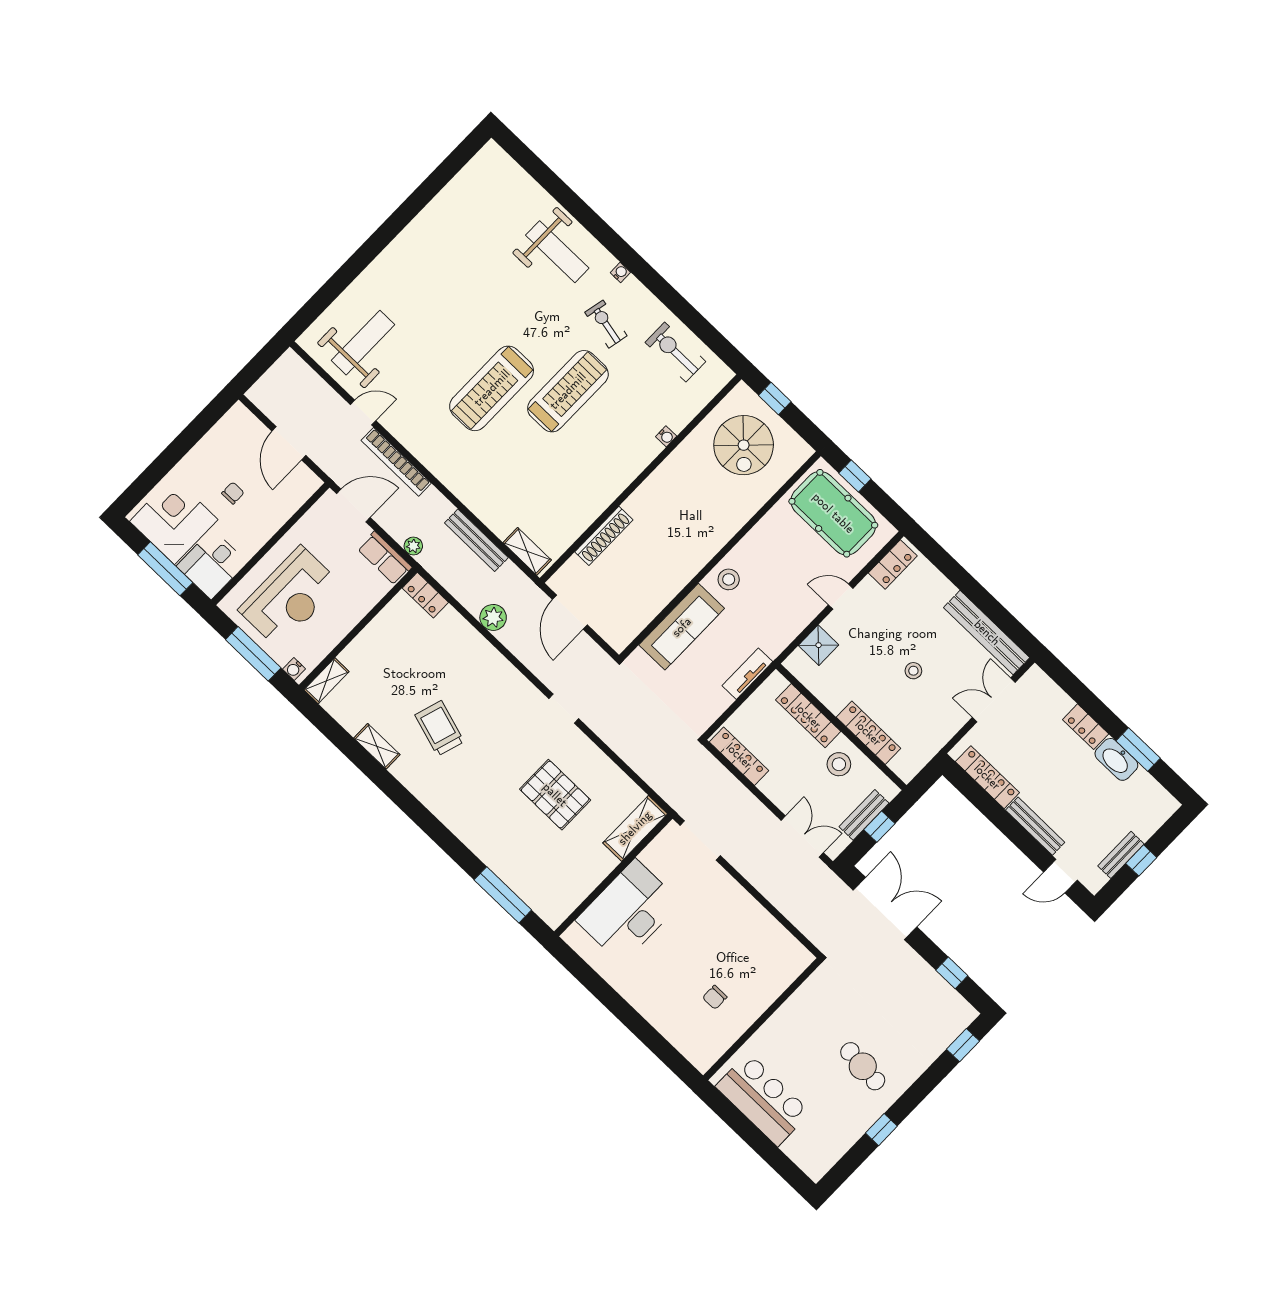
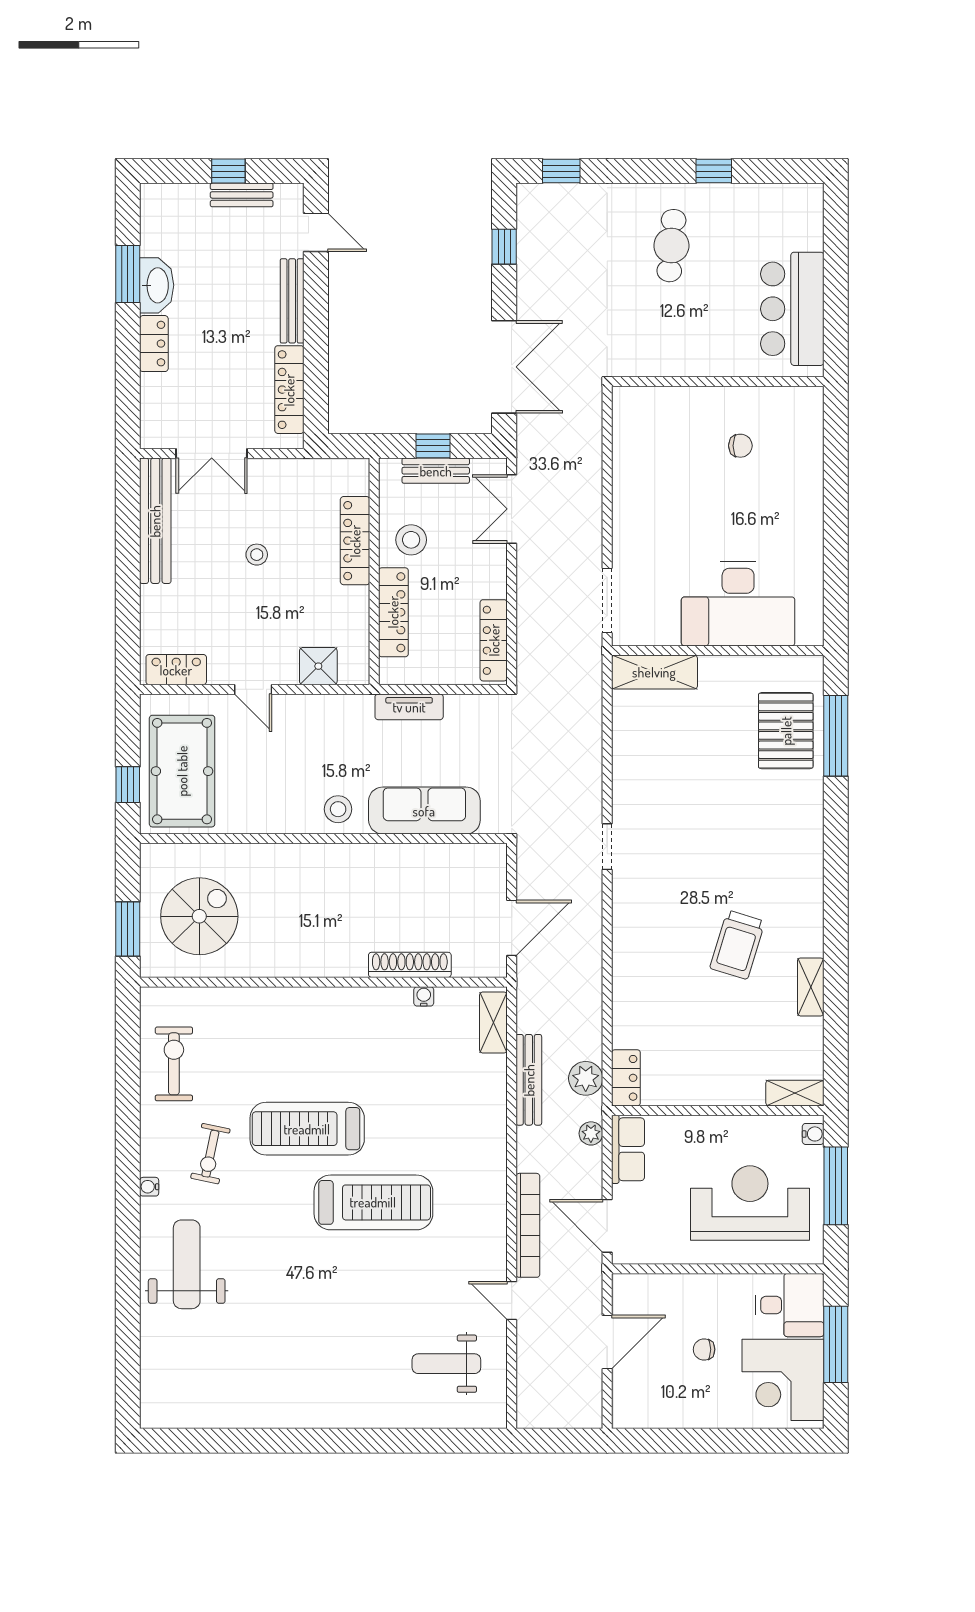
weight bench: (363, 343) -> (446, 1364), width x0.73, depth x0.75
exercise bike: (675, 352) -> (174, 1064), turned 180
window: (775, 399) -> (128, 929), width x1.50
water cooler: (666, 436) -> (424, 996), moved
plant: (493, 617) -> (586, 1078), moved
pallet: (555, 795) -> (786, 731), moved
double door: (885, 908) -> (504, 367), swing flipped

